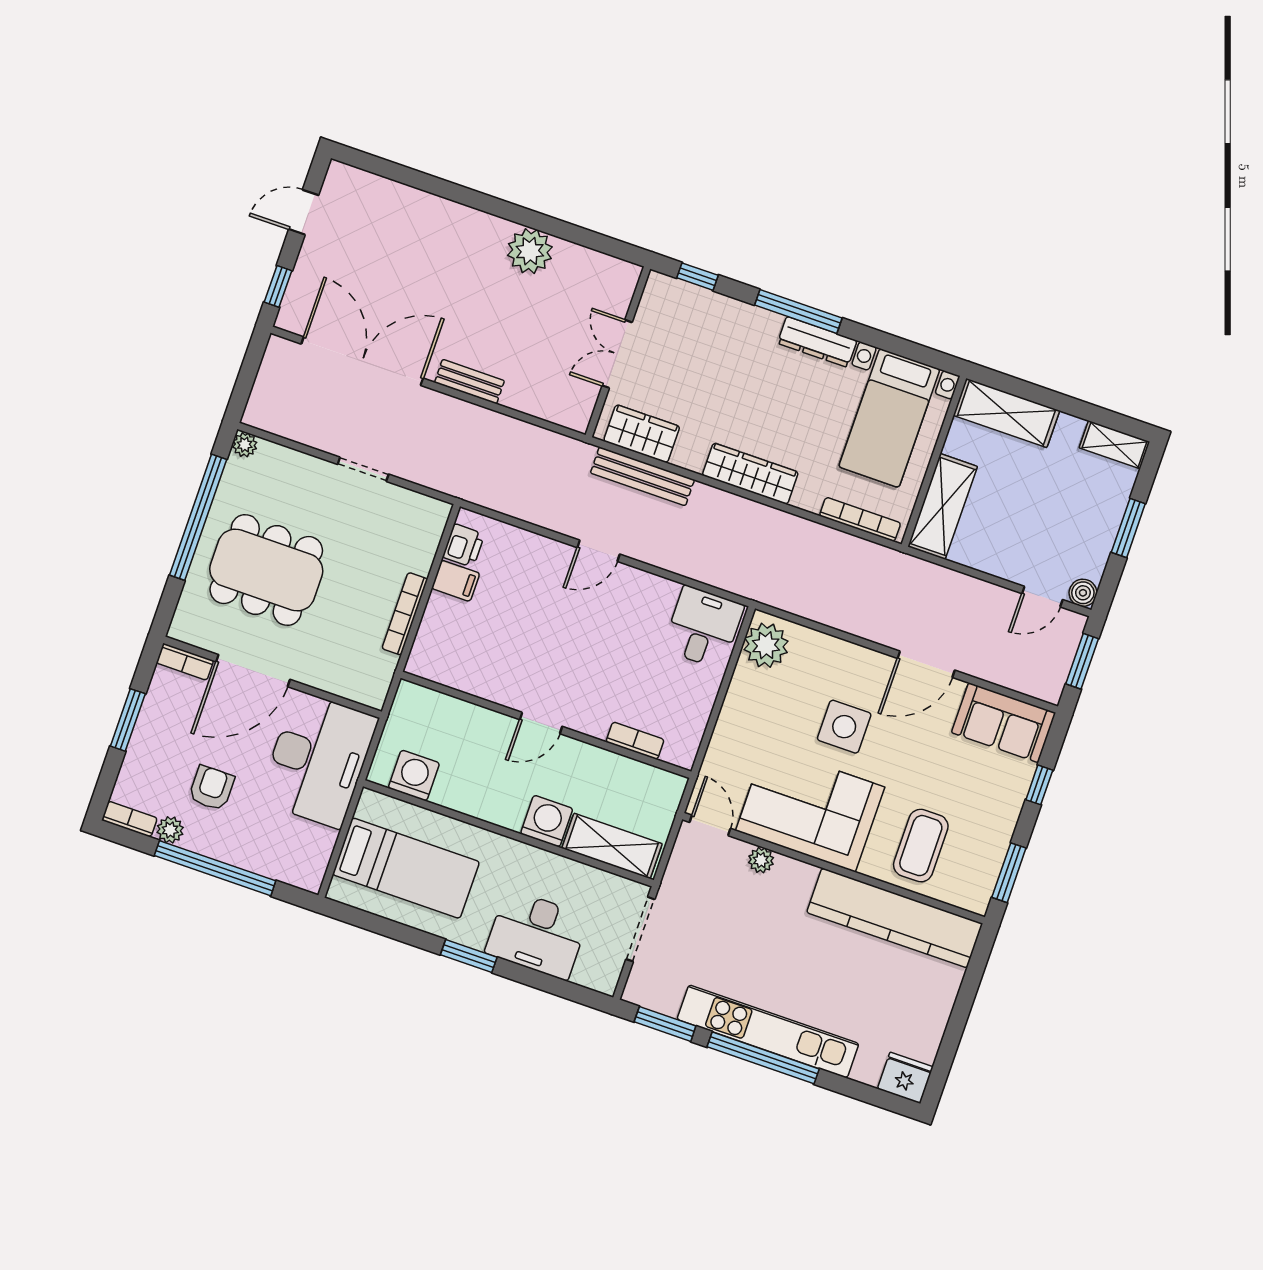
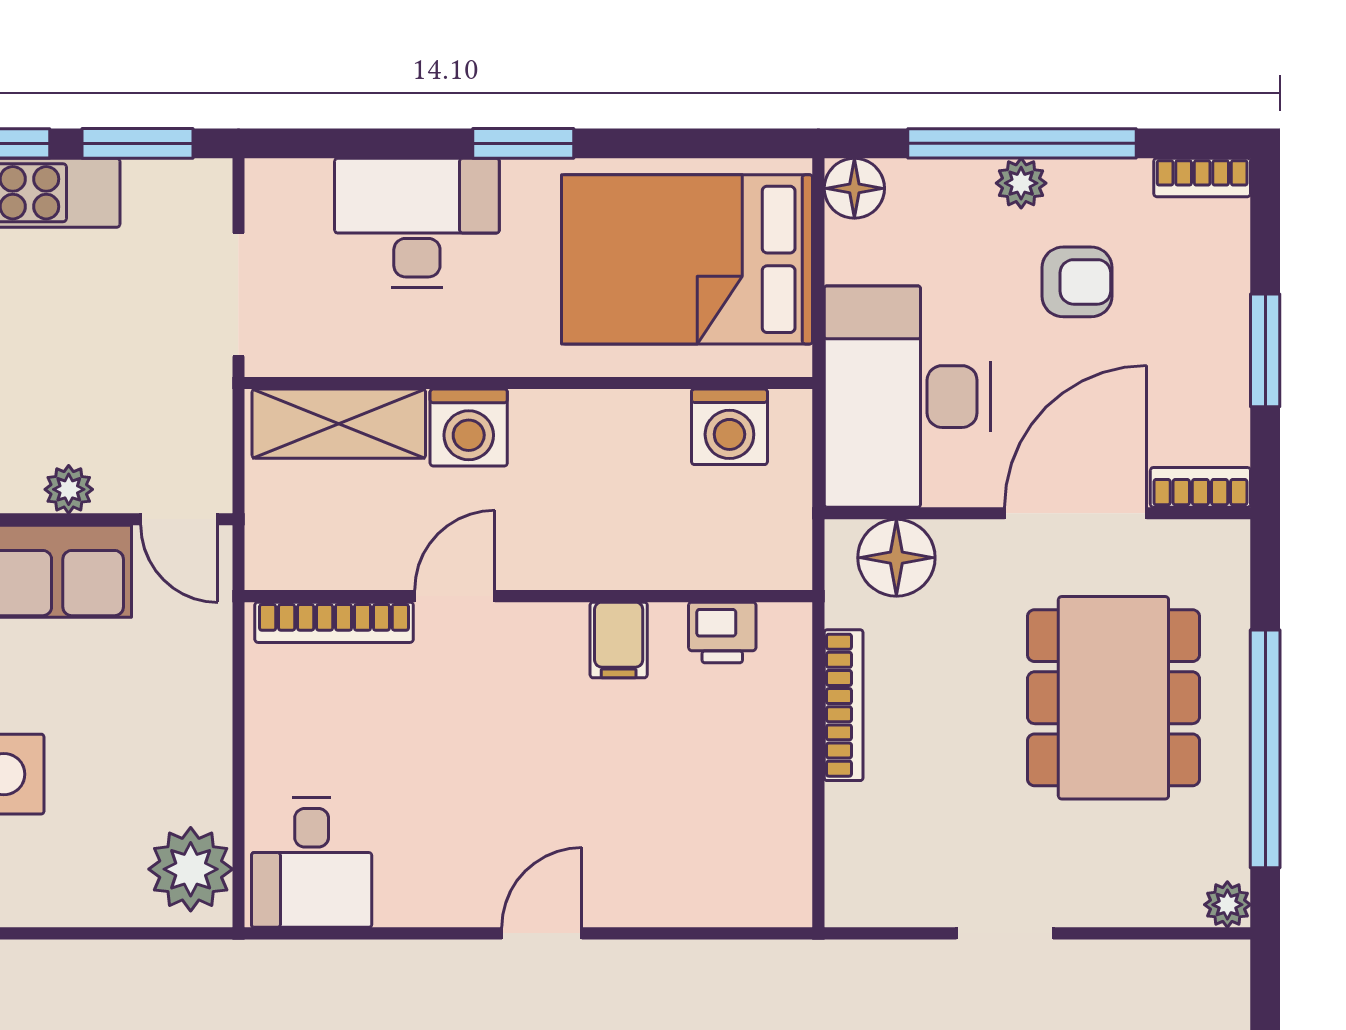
printer: (464, 546) -> (722, 633), moved, turned -90
dining table: (266, 570) -> (1113, 698), turned 90
filing cabinet: (456, 581) -> (619, 640), moved, turned -90
floor lamp: (352, 679) -> (896, 558), added
door: (541, 723) -> (455, 596), moved
bookcase: (635, 741) -> (334, 622), width x1.56
armchair: (212, 788) -> (1077, 282), turned -90
plant: (170, 830) -> (1021, 183), moved
bed: (406, 868) -> (687, 259), width x1.50
floor lamp: (308, 875) -> (854, 188), added

